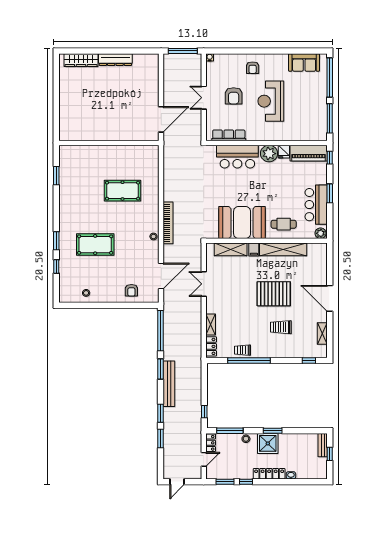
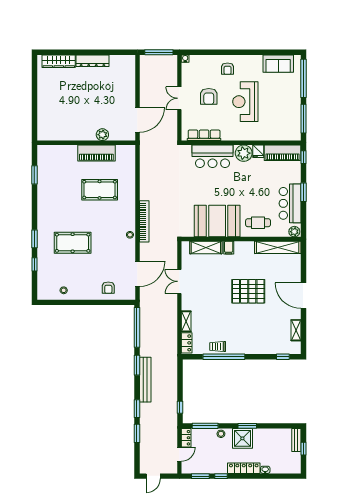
plant: (125, 135) -> (102, 135), added
piano: (119, 153) -> (96, 153), added
shelving: (283, 249) -> (278, 247), moved
trolley: (281, 327) -> (255, 324), removed

